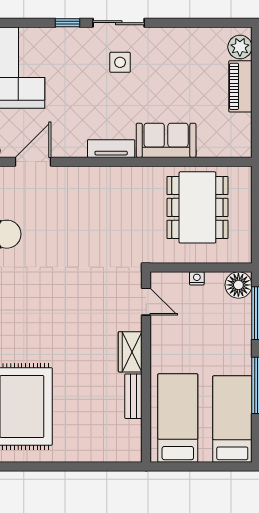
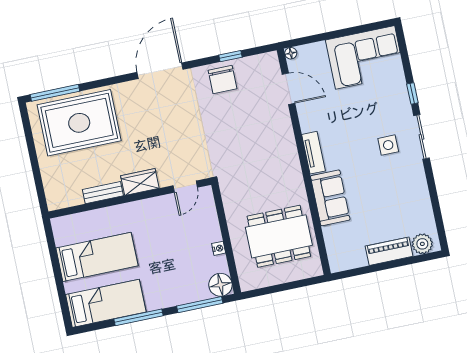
door: (146, 302) -> (185, 187), moved
wardrobe: (130, 352) -> (140, 182), moved
wall: (146, 367) -> (130, 198), moved
bench: (133, 396) -> (103, 193), moved

